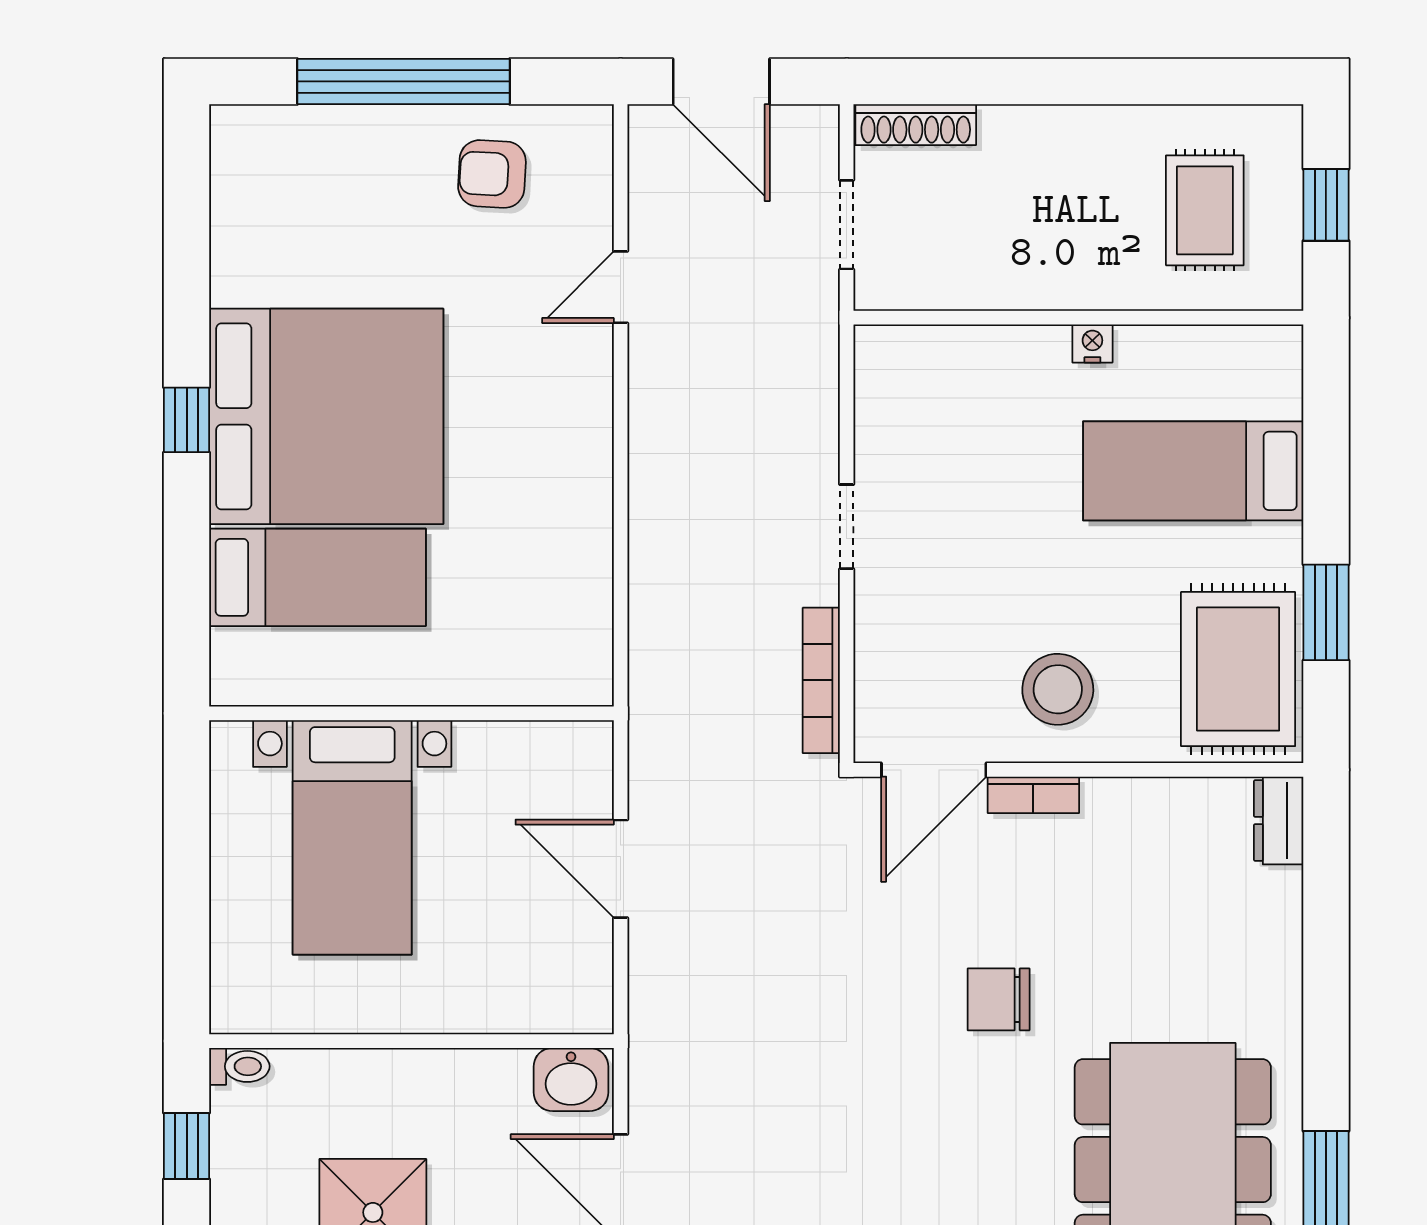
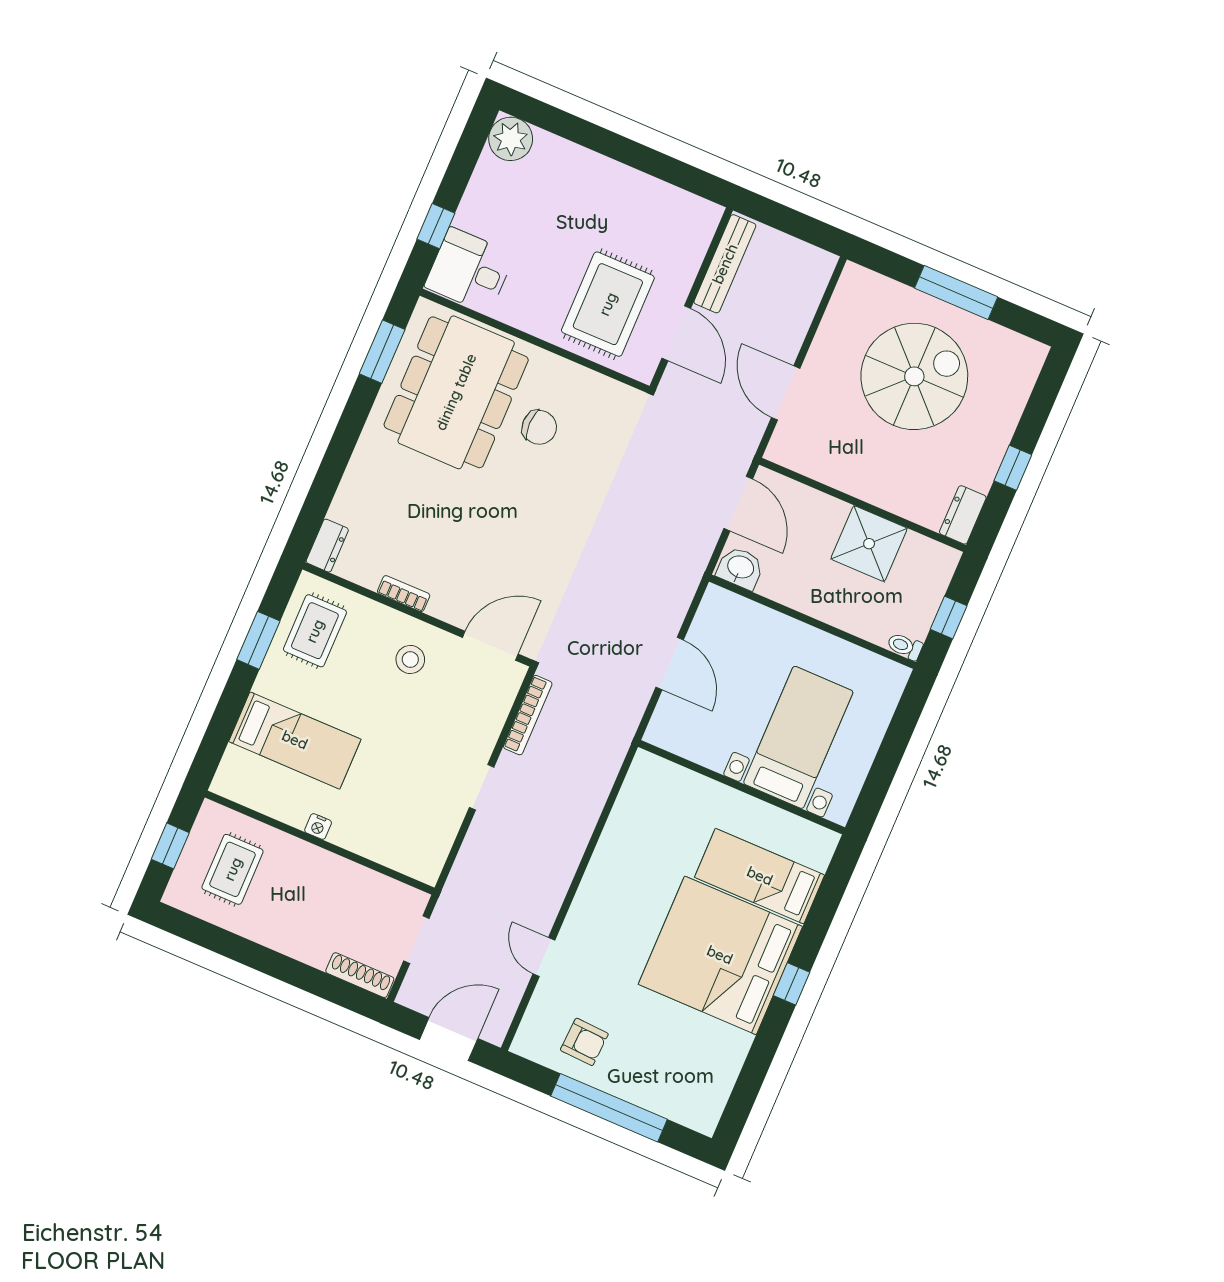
door: (721, 81) -> (449, 1039), hinge flipped
door: (621, 287) -> (544, 957), swing flipped
rug: (1238, 669) -> (315, 631), width x0.73, depth x0.70
stool: (1058, 689) -> (410, 659), width x0.73, depth x0.73
bookcase: (1033, 795) -> (404, 594), moved
chair: (999, 999) -> (539, 427), moved

